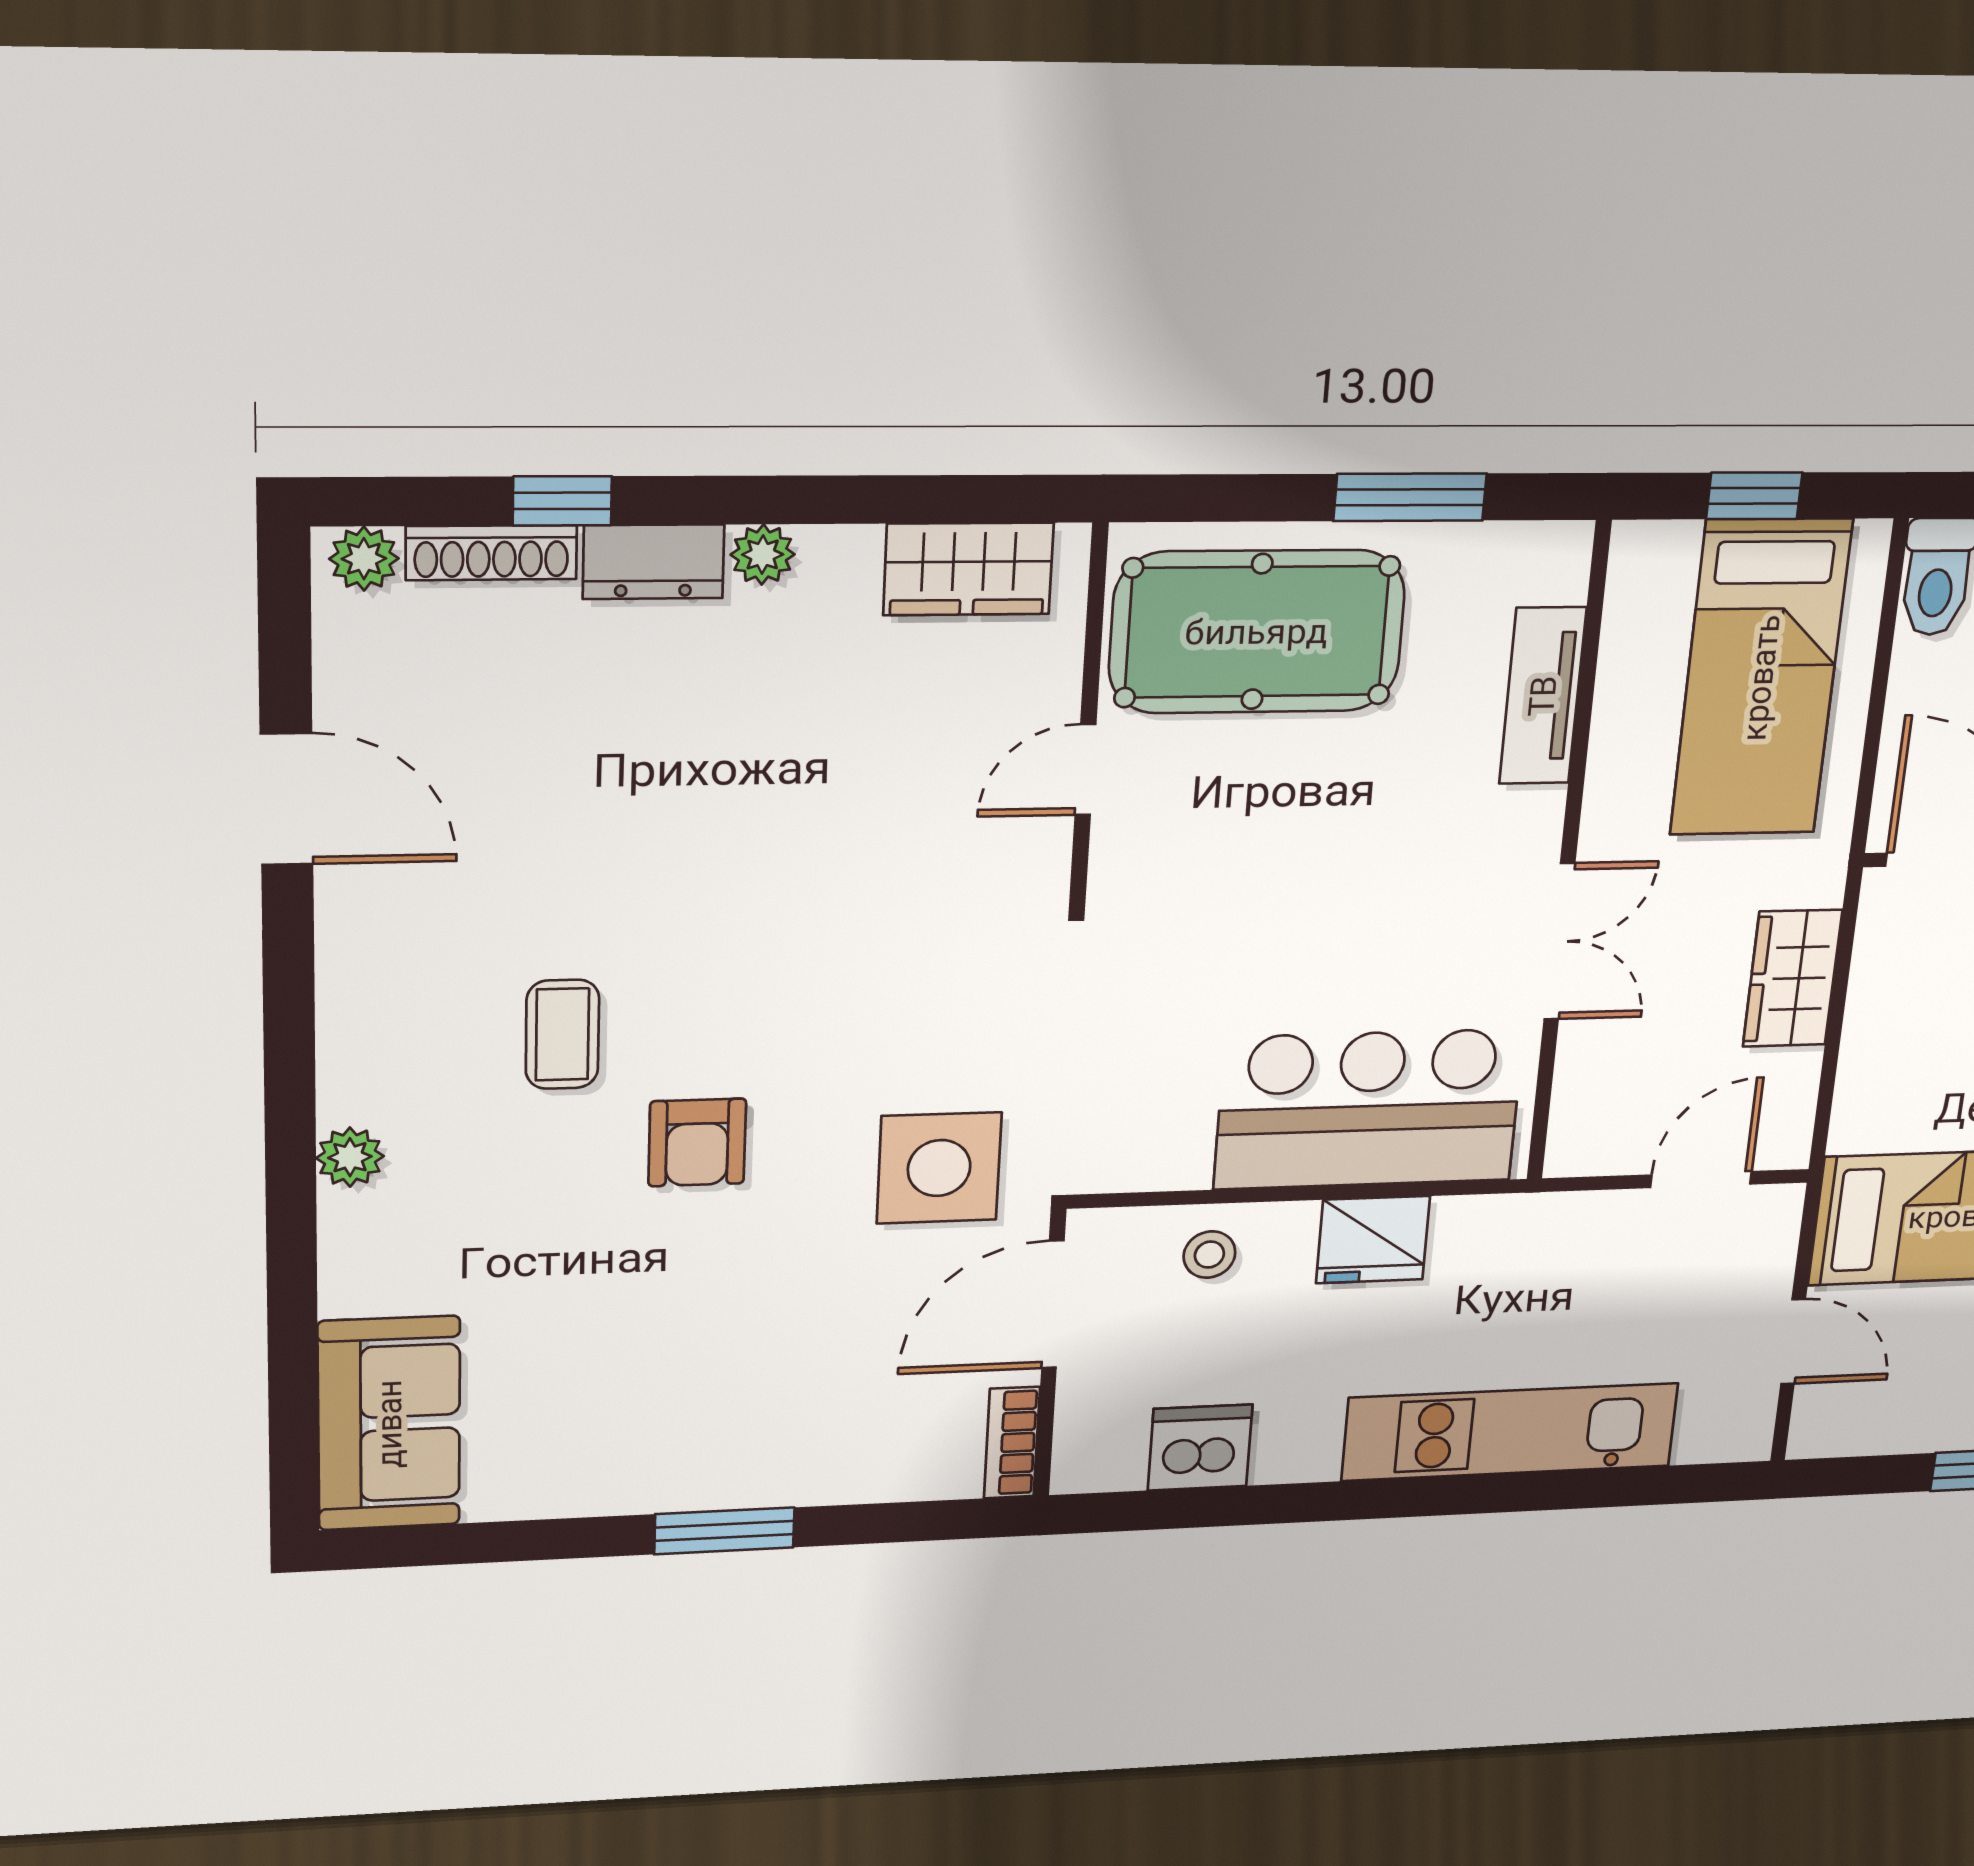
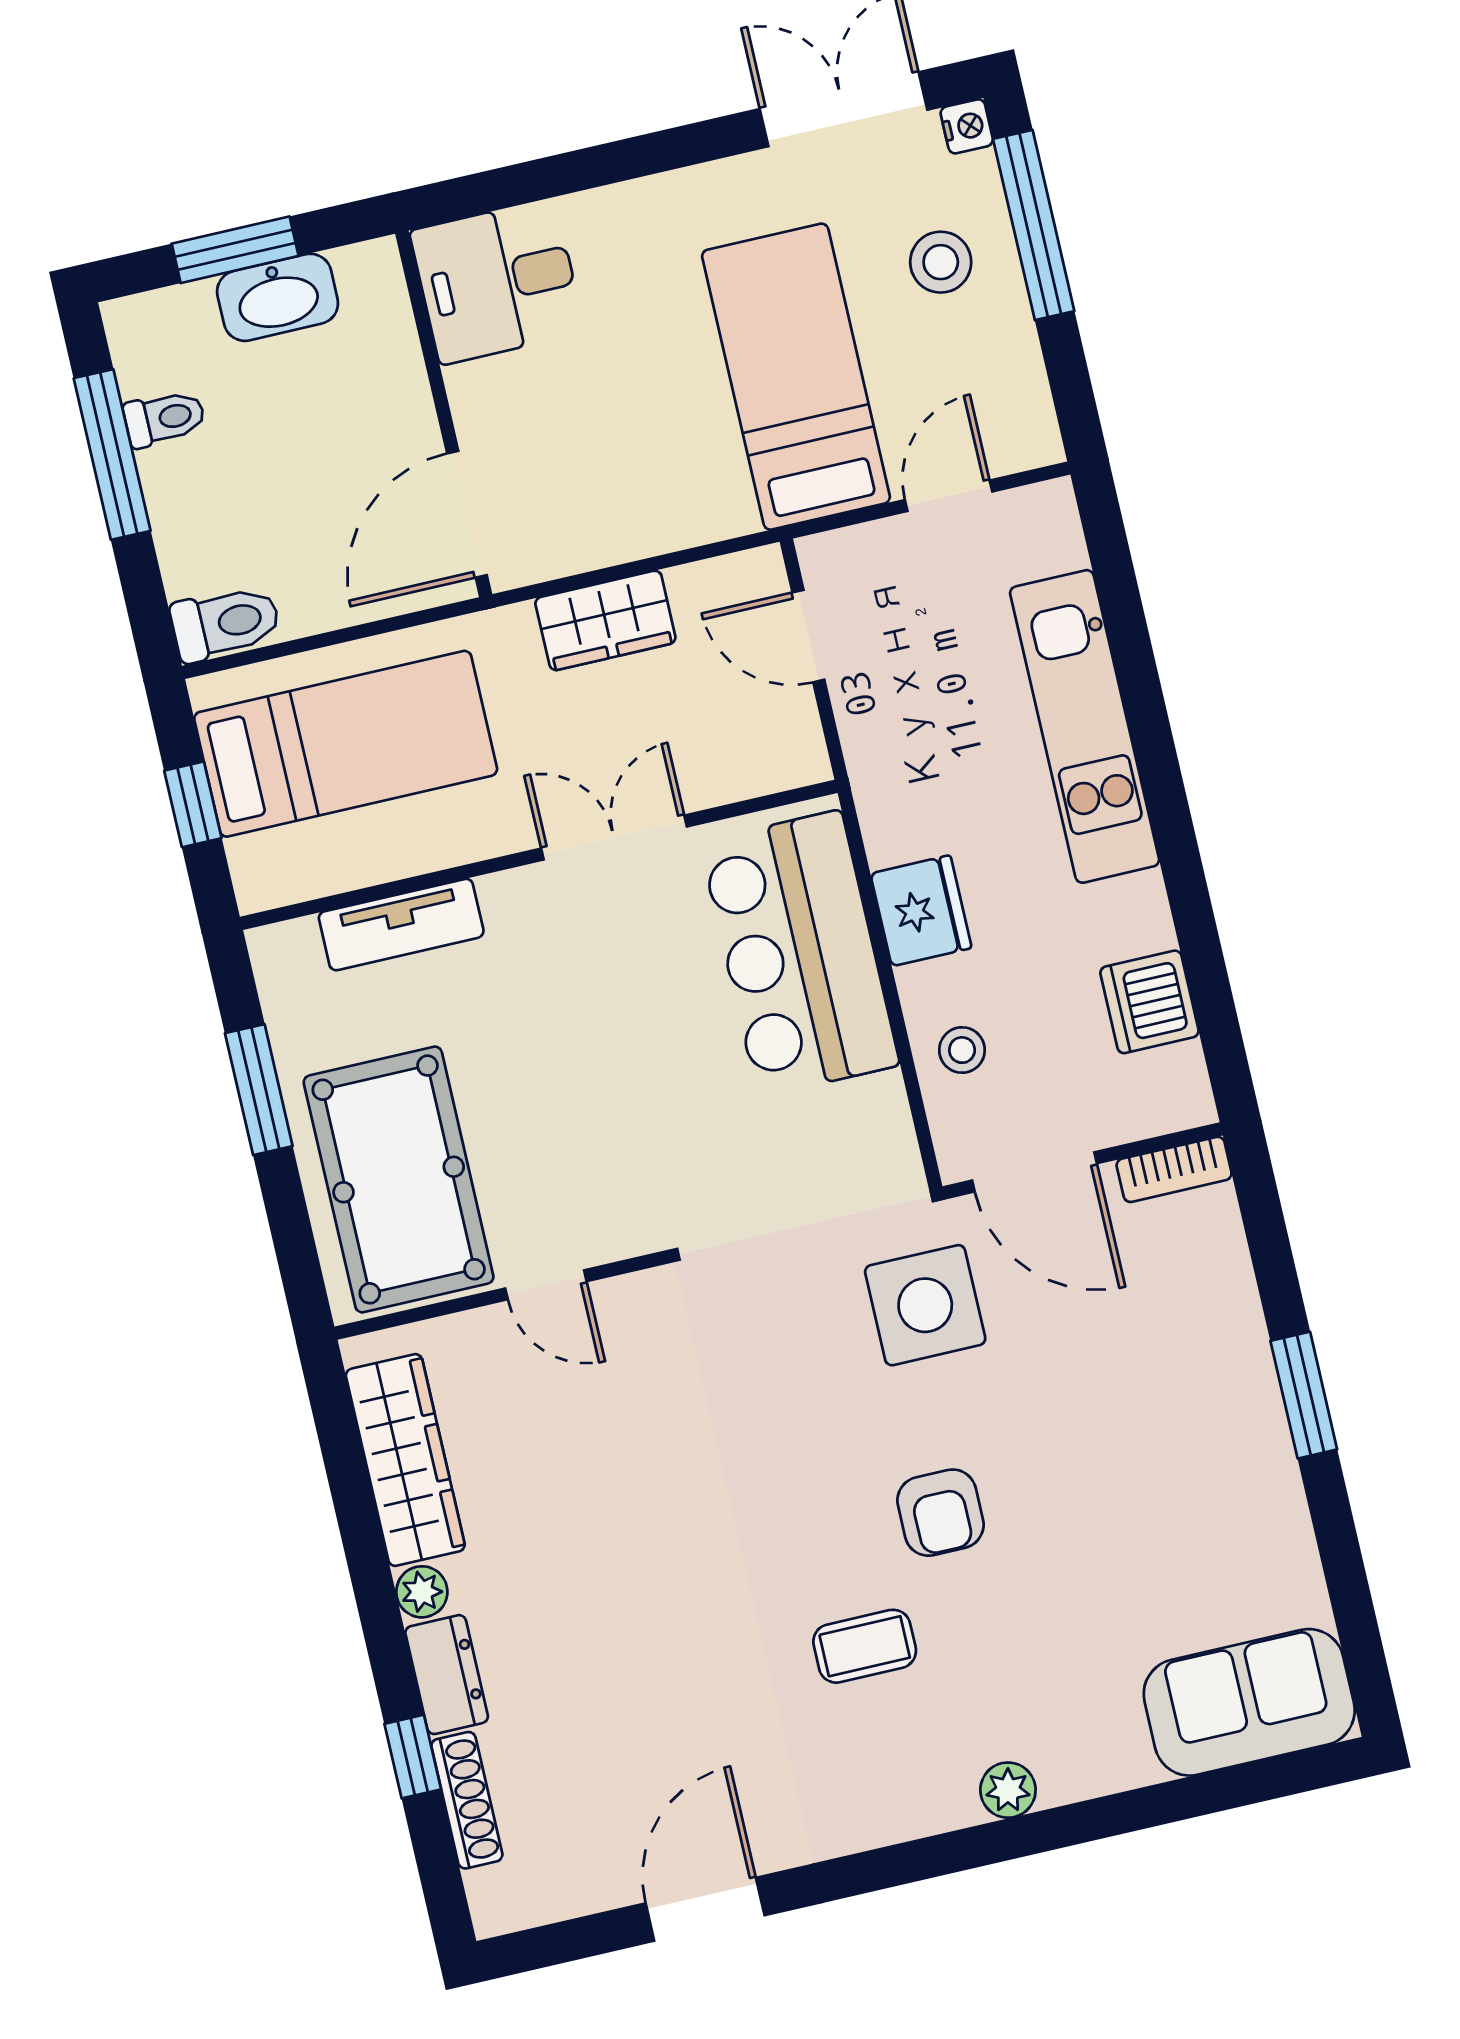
plant: (364, 559) -> (493, 1895), removed
wardrobe: (968, 569) -> (405, 1460), width x1.50
armchair: (697, 1142) -> (940, 1513), turned 90

